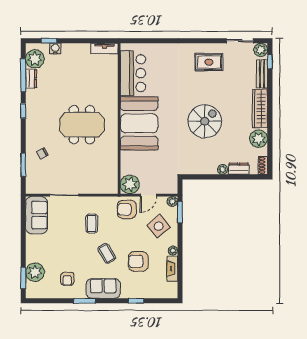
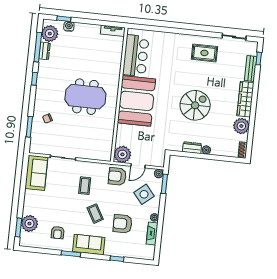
plant: (261, 50) -> (252, 47), removed
dresser: (239, 169) -> (192, 148), moved

